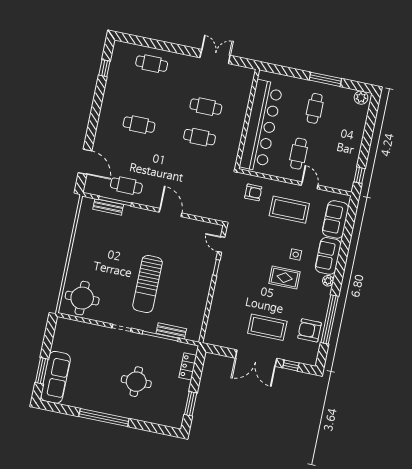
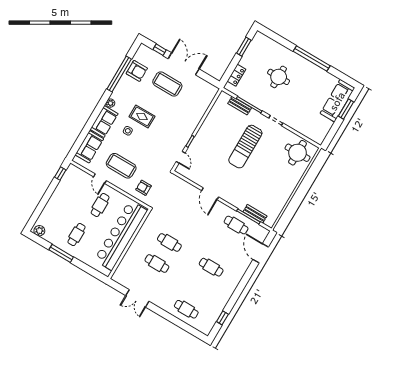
sun lounger: (147, 284) -> (245, 147), turned 180

